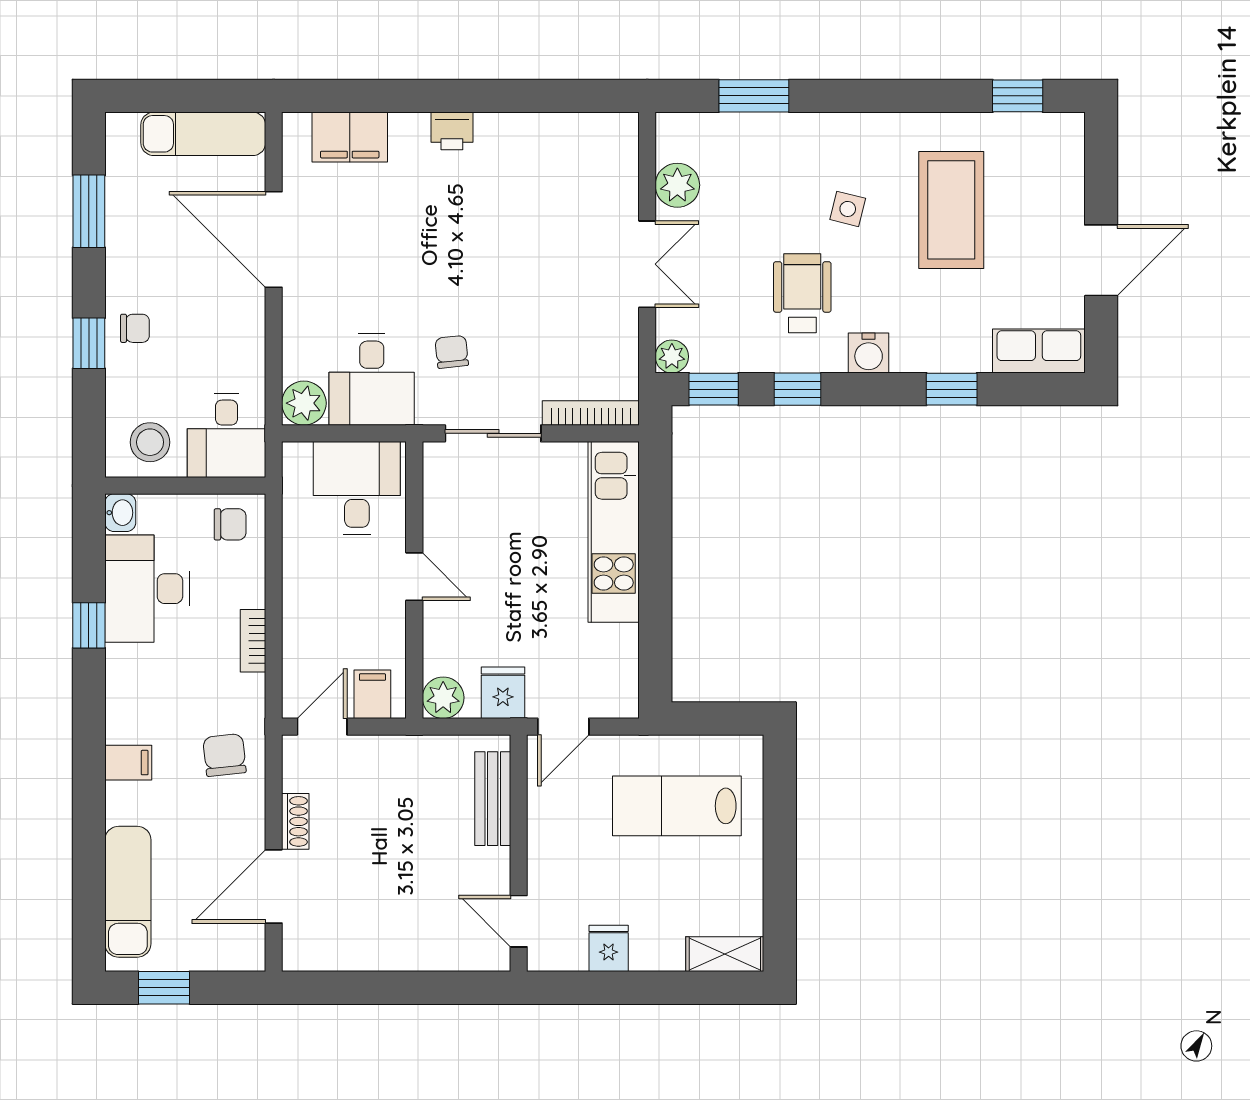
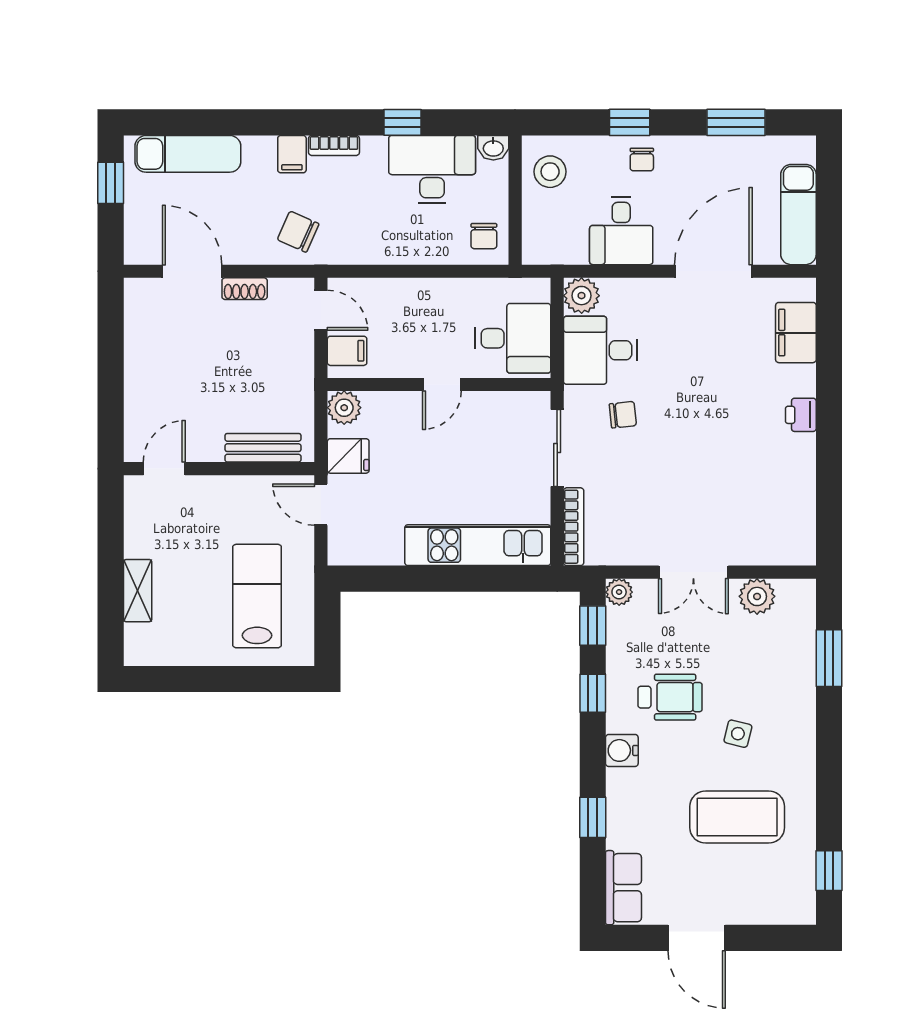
desk: (226, 435) -> (621, 231), moved, turned -90
bookcase: (253, 641) -> (334, 145), moved, turned 180
chair: (225, 755) -> (298, 232), turned -150
fridge: (609, 948) -> (142, 541), removed
shelving: (725, 954) -> (138, 591), moved

